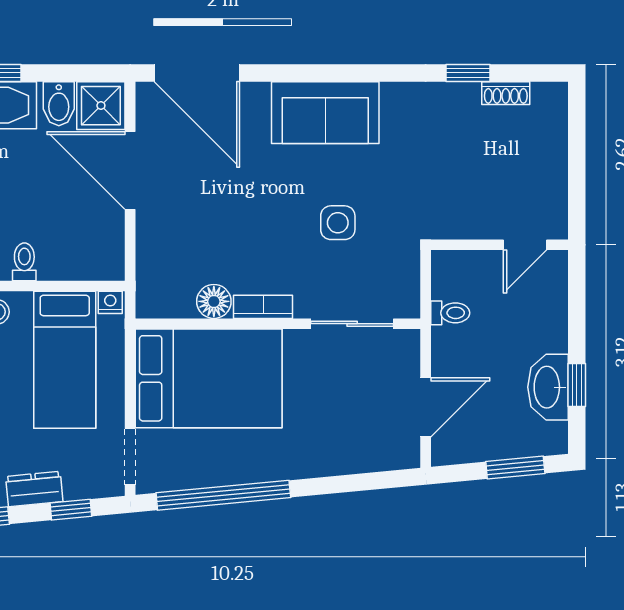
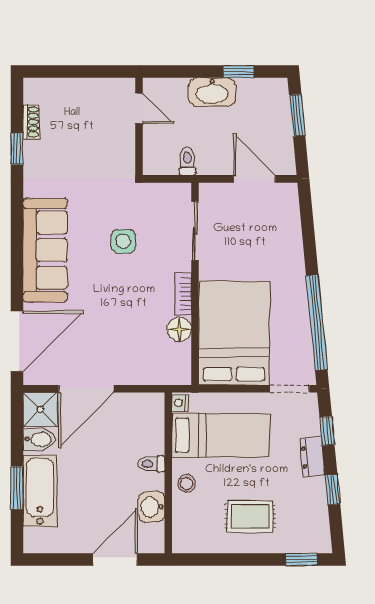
sofa: (325, 113) -> (45, 250), width x1.36
washbasin: (548, 387) -> (212, 92), moved

